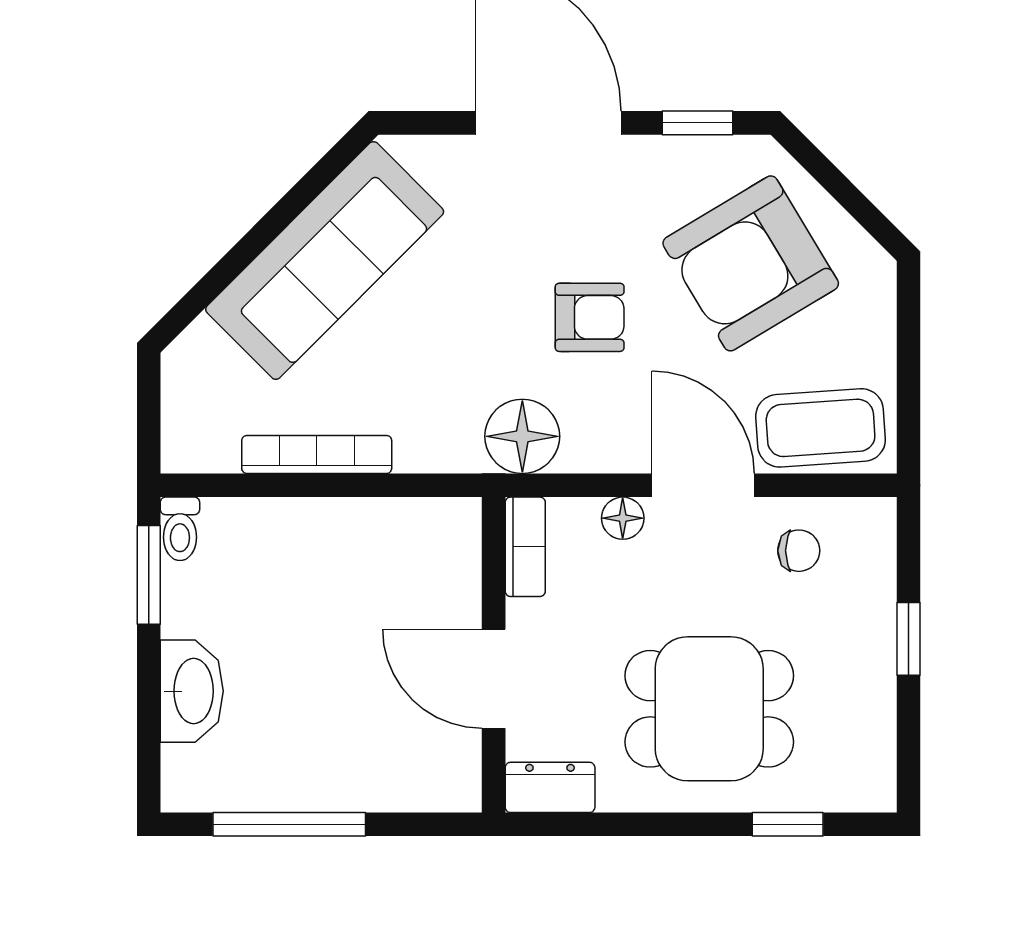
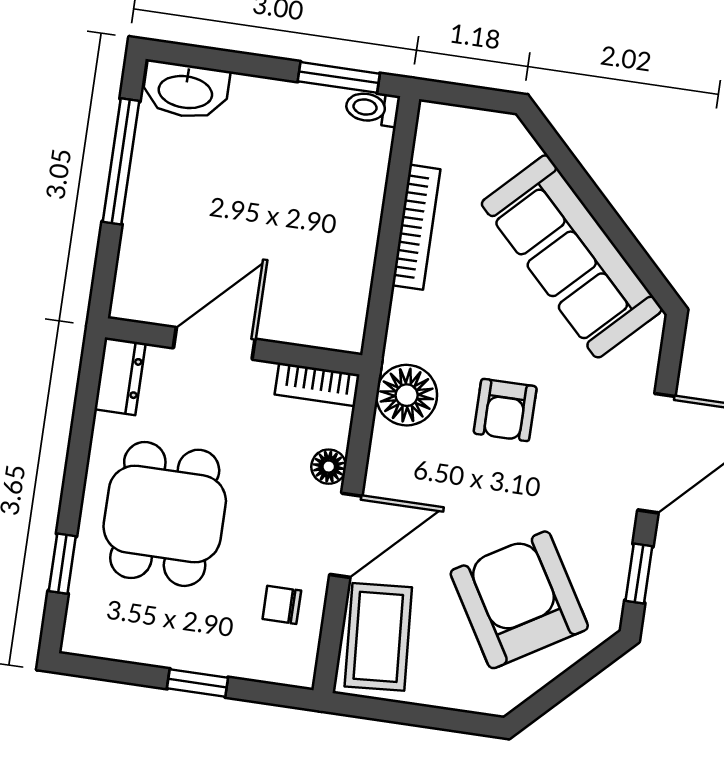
armchair: (590, 317) -> (505, 410), moved
chair: (799, 551) -> (282, 605), turned 90
washbasin: (192, 691) -> (186, 91), moved

